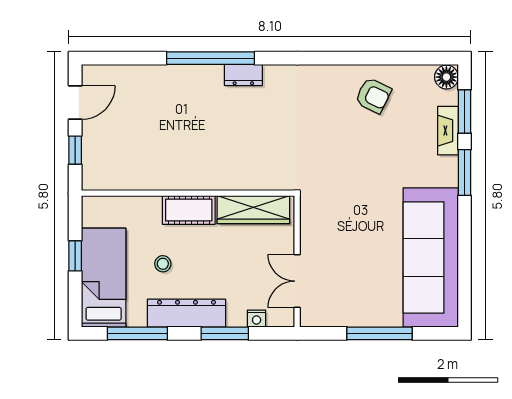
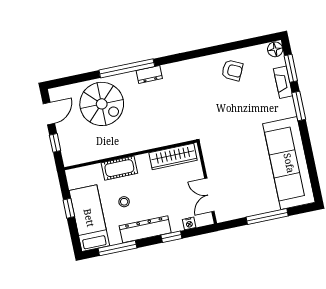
spiral stairs: (160, 105) -> (102, 104), added
cot: (189, 210) -> (119, 168), moved
window: (225, 333) -> (171, 237), width x0.67

